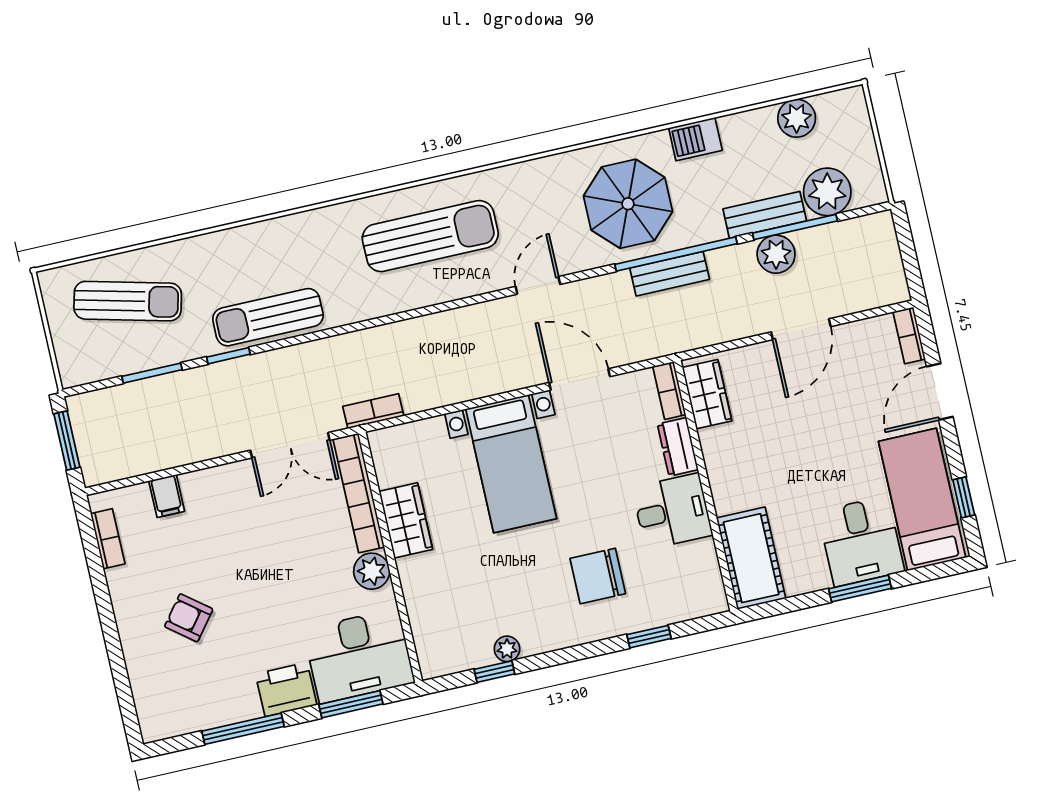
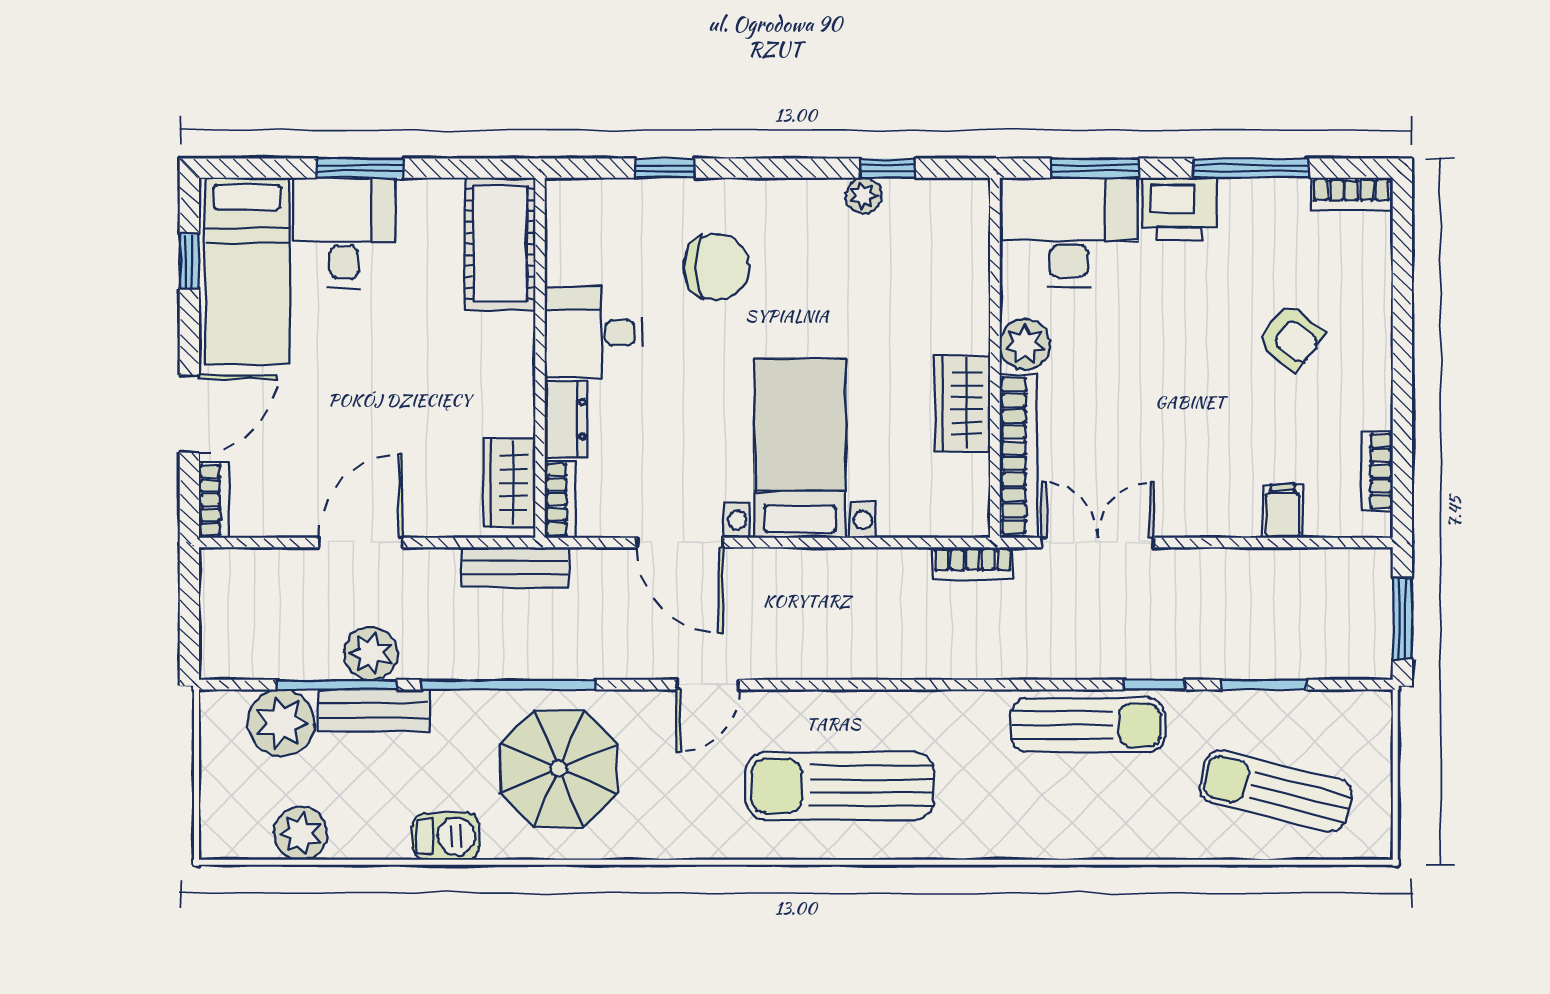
bench: (670, 274) -> (515, 567), moved
bookcase: (169, 727) -> (1351, 194), added

